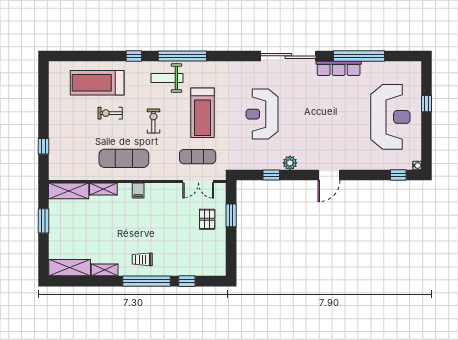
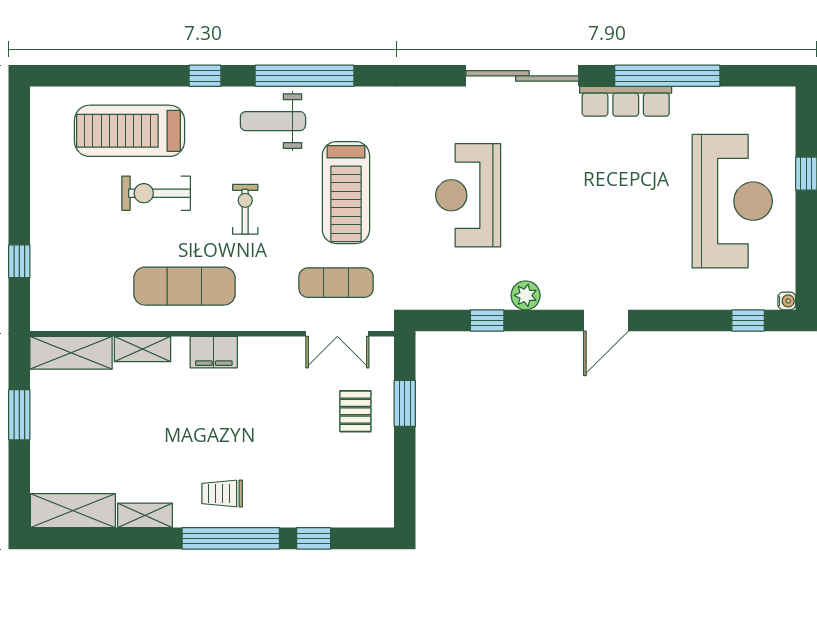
exercise bike: (110, 113) -> (156, 193), width x1.38, depth x1.39
filing cabinet: (138, 190) -> (214, 352), width x2.00

